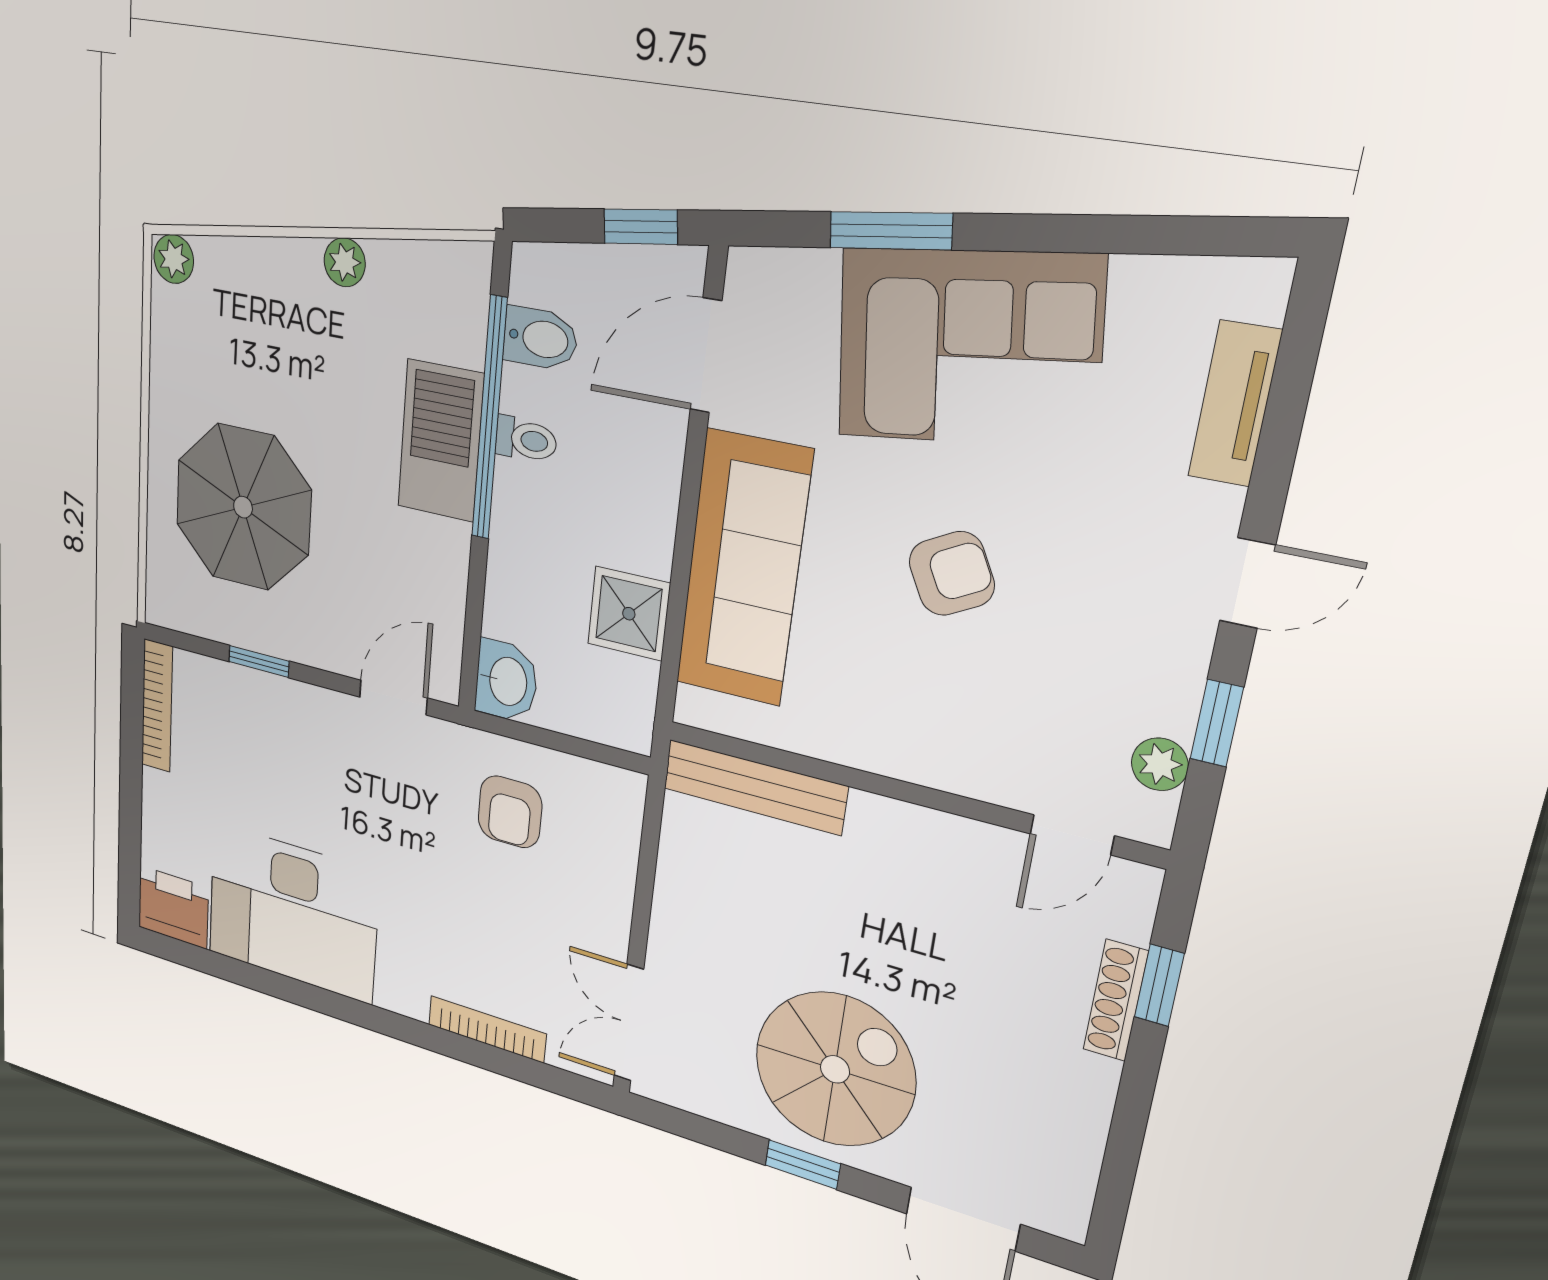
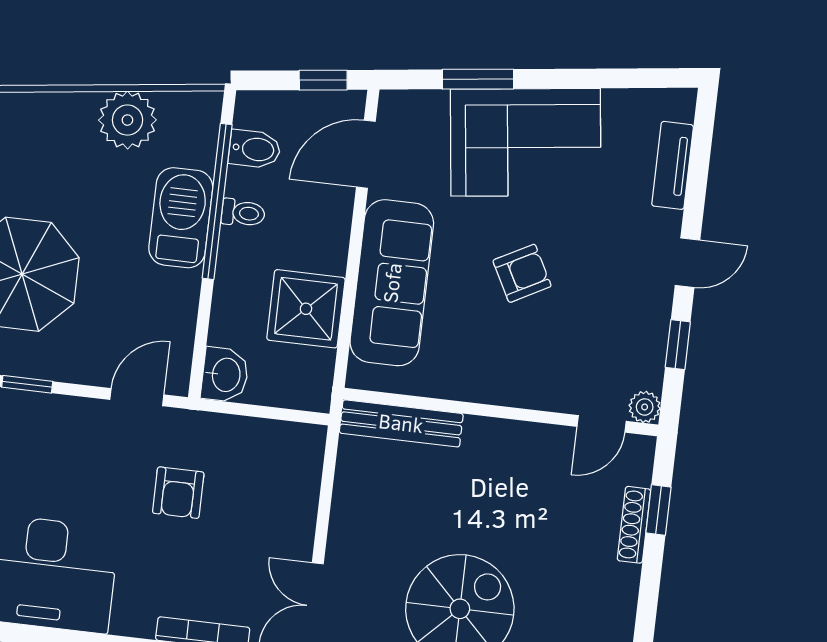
plant: (345, 262) -> (127, 120), width x1.87, depth x1.87
shower: (629, 614) -> (306, 309), width x1.36, depth x1.36
plant: (1160, 764) -> (645, 407), moved
armchair: (510, 812) -> (178, 493), moved

